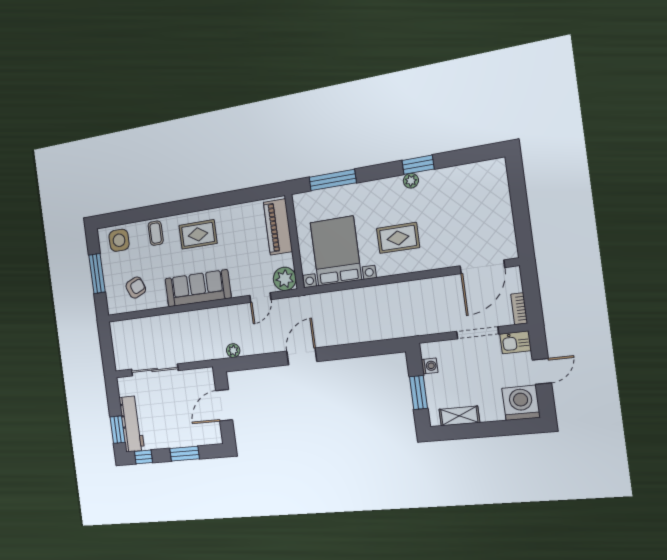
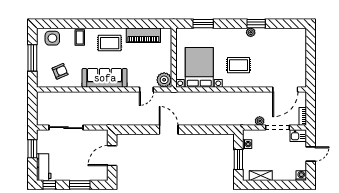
window: (333, 180) -> (203, 24), width x0.69
piano: (278, 227) -> (143, 35), moved, turned -90
plant: (233, 351) -> (260, 121), moved
door: (302, 356) -> (169, 130), hinge flipped
washing machine: (521, 403) -> (301, 176), width x0.53, depth x0.53
workbench: (132, 424) -> (44, 167), width x0.73
window: (117, 430) -> (32, 149), moved

